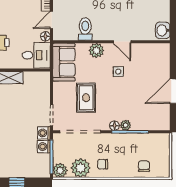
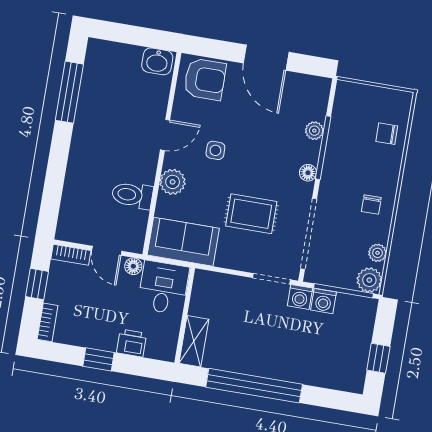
armchair: (157, 59) -> (205, 79), added
plant: (126, 125) -> (314, 131), moved
plant: (81, 168) -> (378, 253), width x0.53, depth x0.53

